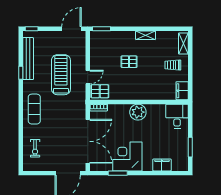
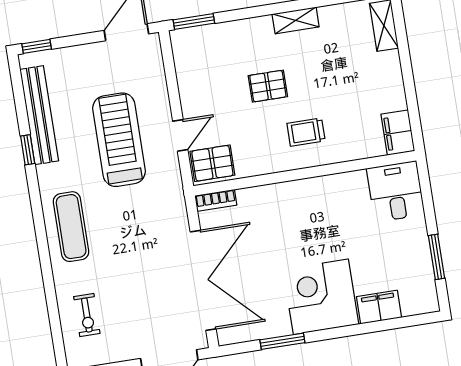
trolley: (173, 65) -> (306, 132), moved
plant: (138, 112) -> (306, 197), removed
corner desk: (127, 157) -> (321, 297), moved

